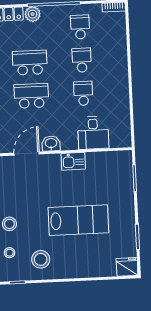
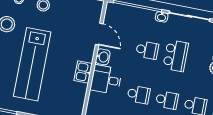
school desk: (31, 96) -> (147, 50), width x0.54
desk: (93, 133) -> (106, 80), moved
lab bench: (78, 220) -> (32, 64), width x1.36

